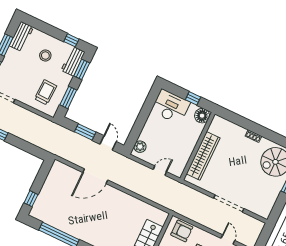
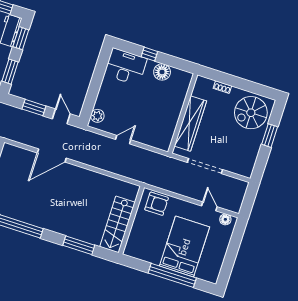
wall: (198, 146) -> (183, 113), moved
wardrobe: (203, 156) -> (190, 124), moved

